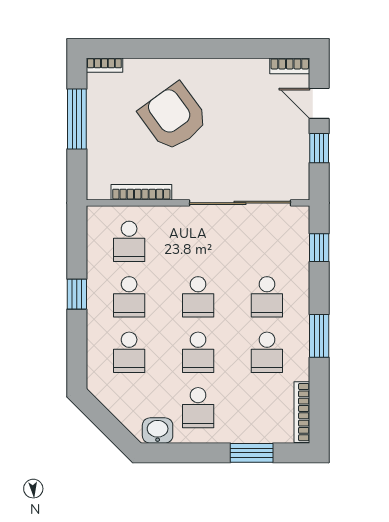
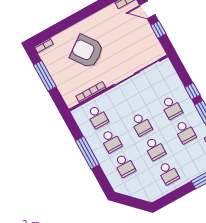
window: (319, 248) -> (192, 91), moved
window: (77, 294) -> (87, 153), width x2.17
washbasin: (158, 431) -> (156, 193), removed

